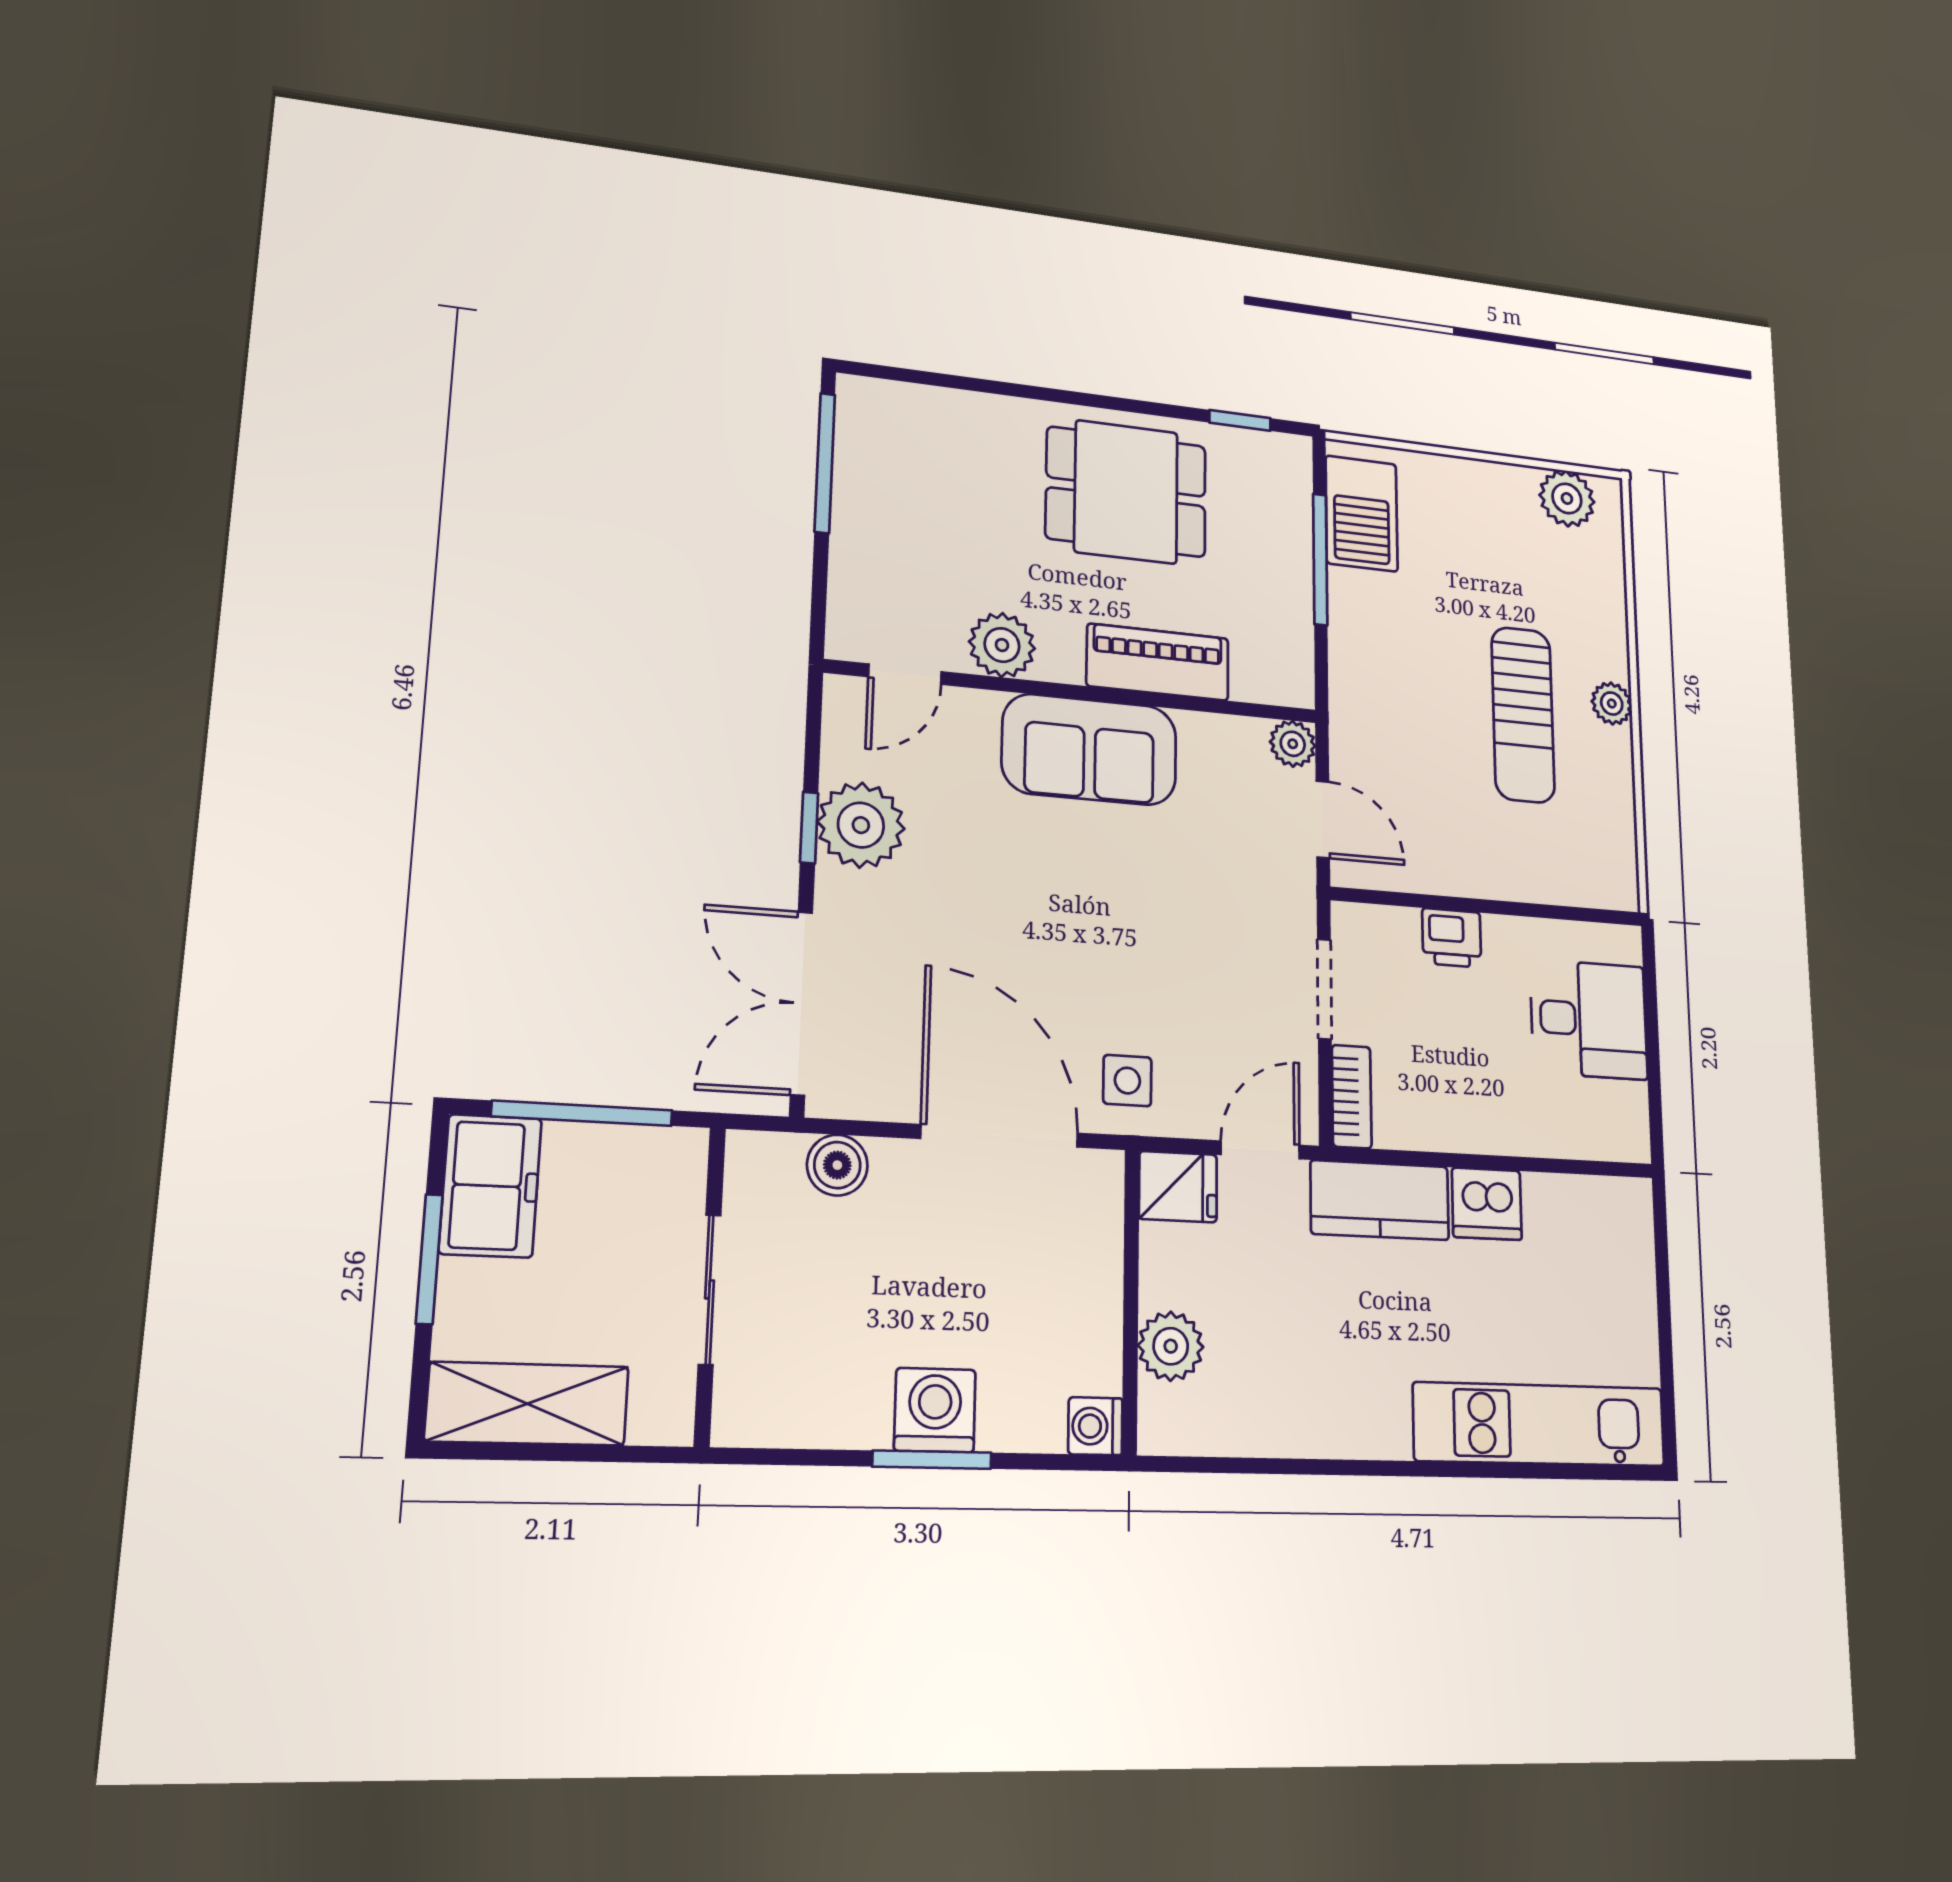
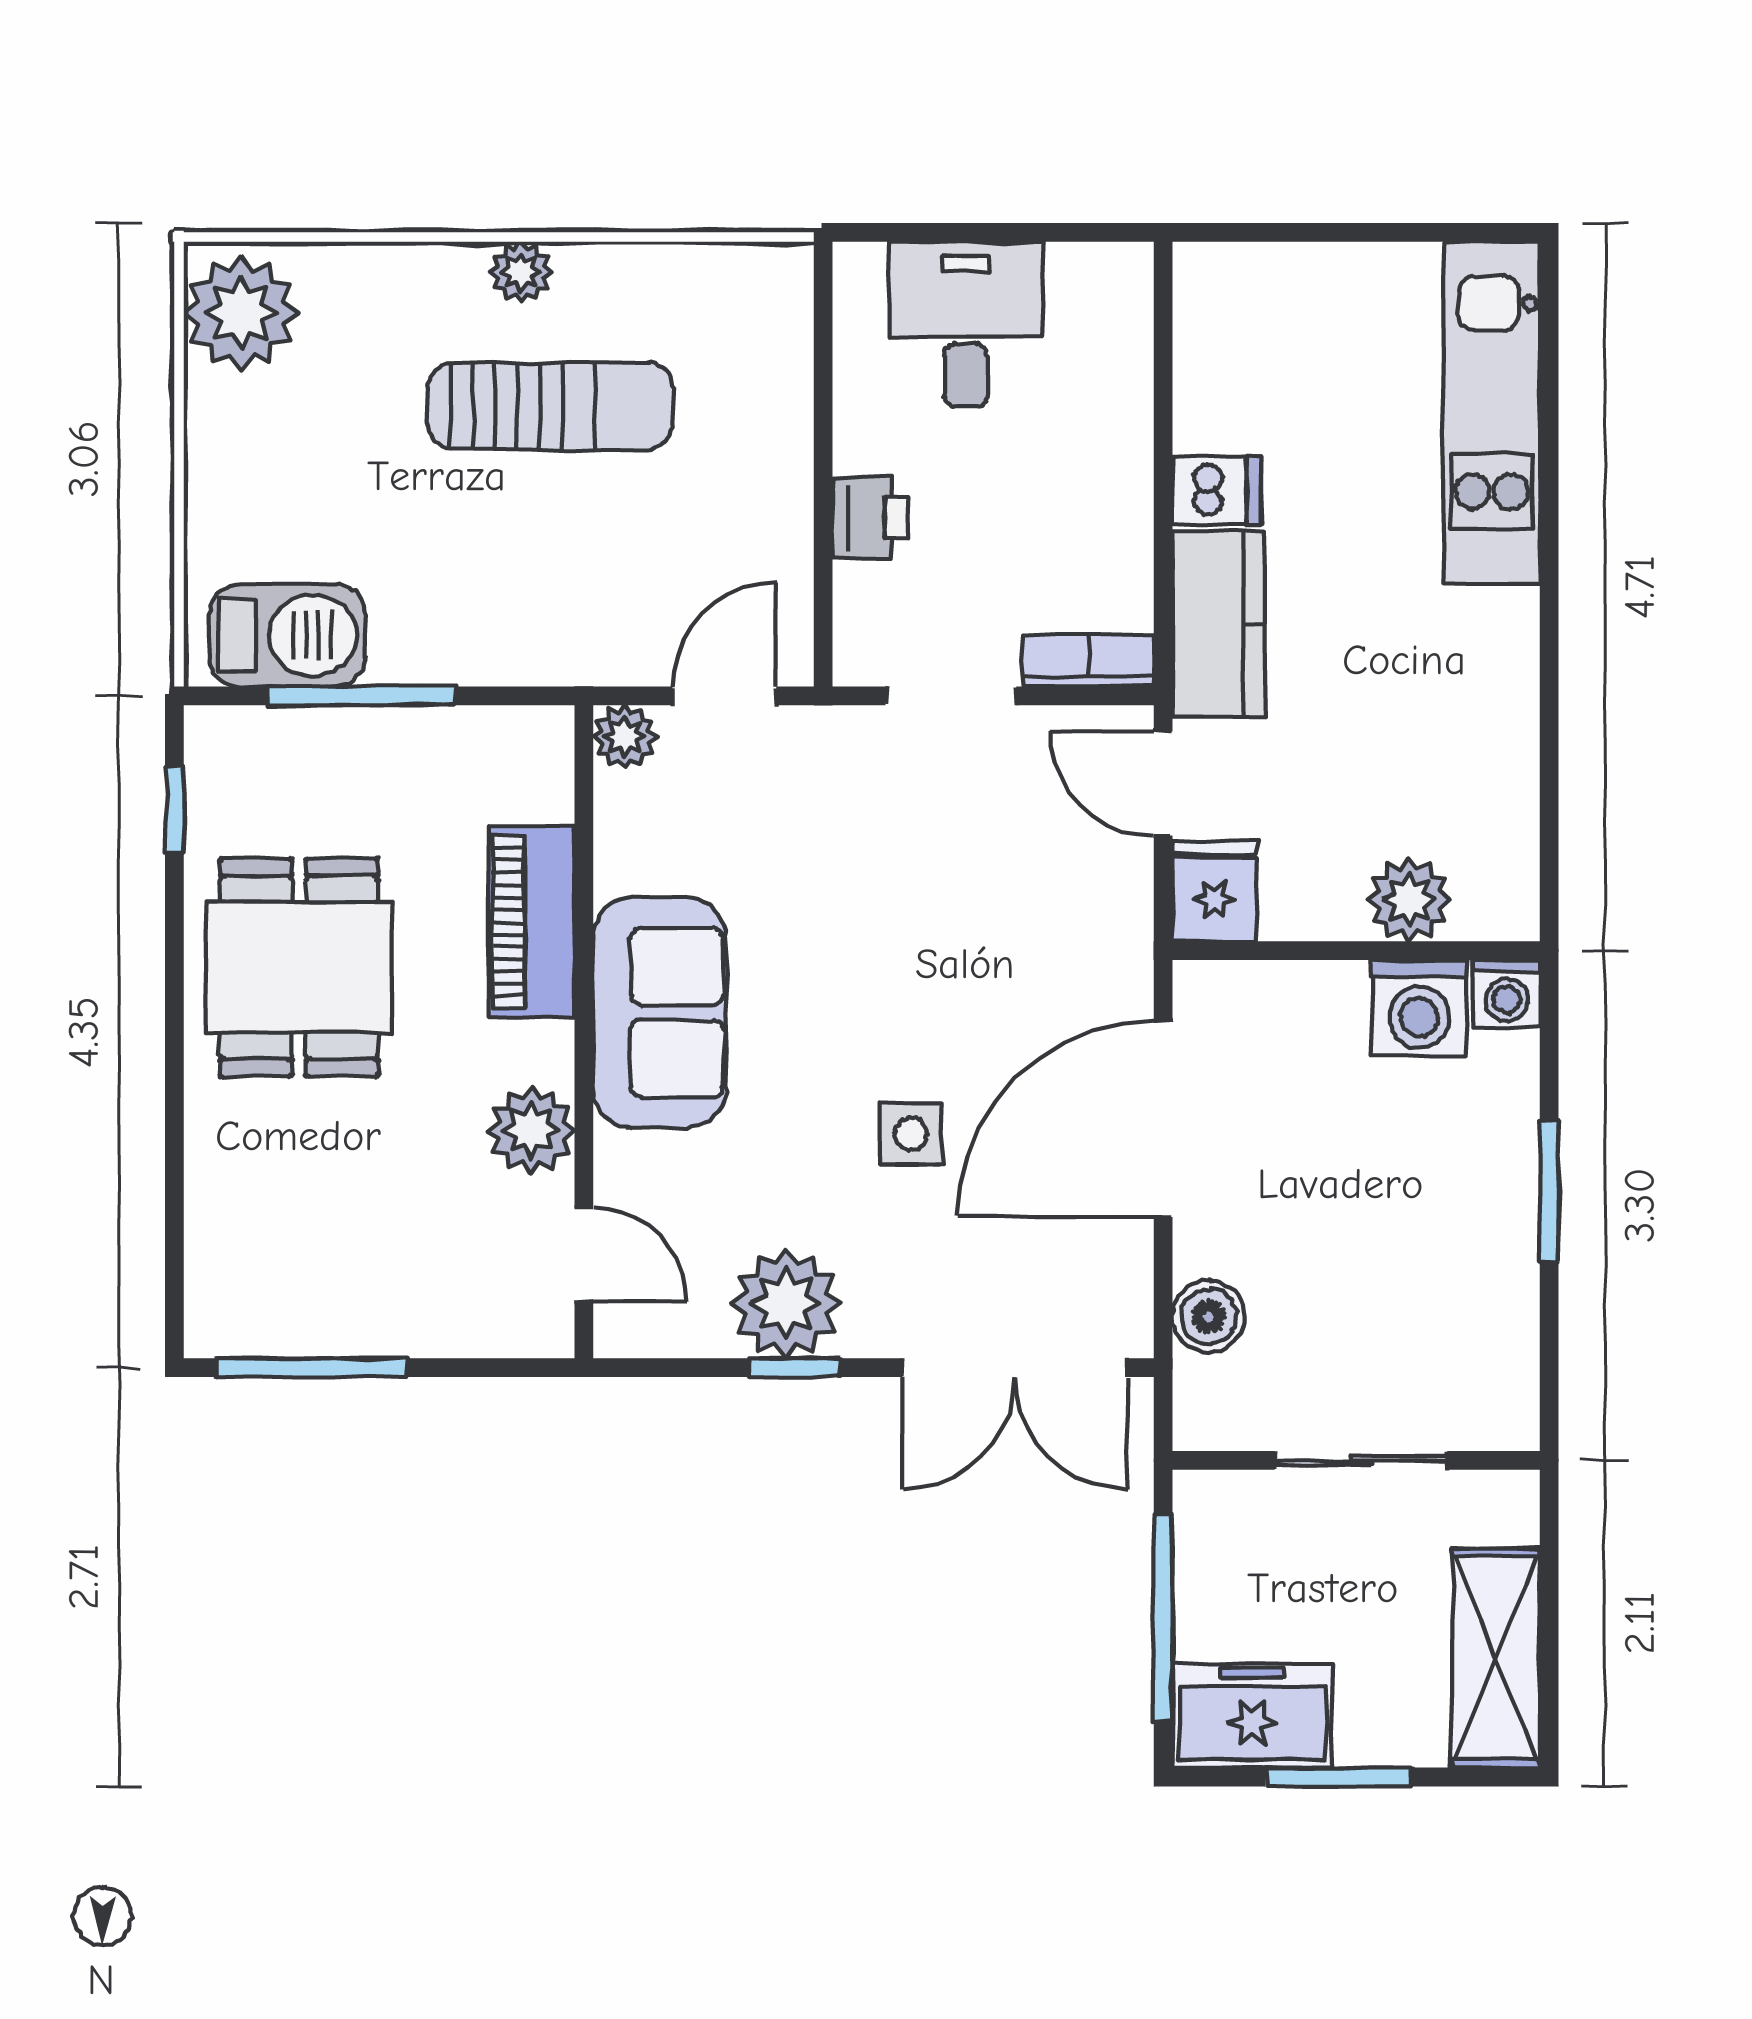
plant: (1567, 498) -> (241, 313), width x1.36, depth x1.36
side table: (1127, 1081) -> (911, 1134), moved
dishwasher: (1487, 1204) -> (1217, 490), width x0.73
washing machine: (935, 1410) -> (1419, 1008), moved, turned -90

